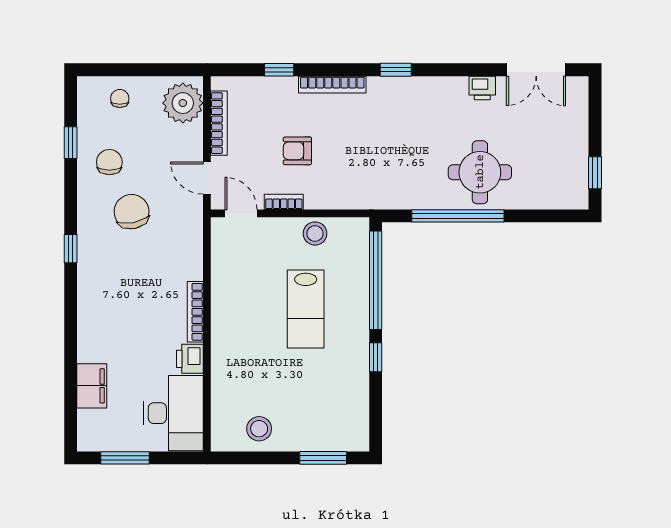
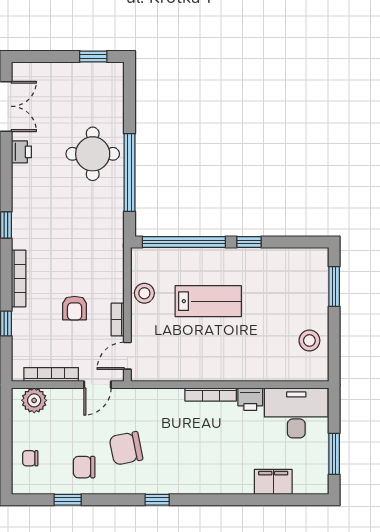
plant: (183, 103) -> (34, 400), width x0.73, depth x0.73

